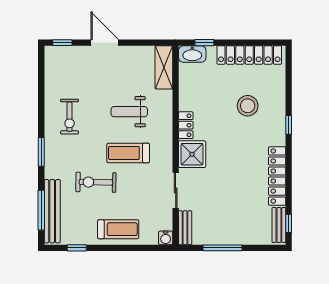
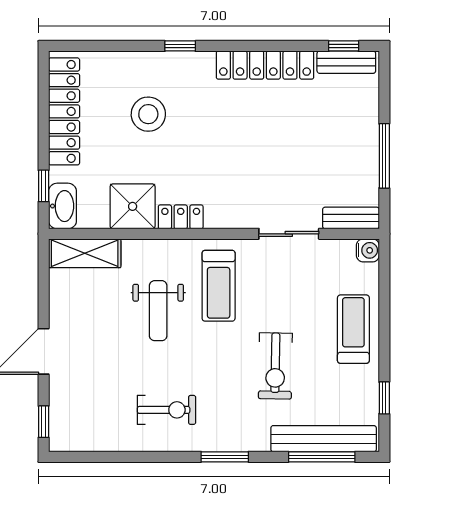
treadmill: (128, 153) -> (219, 286), moved
shower: (192, 154) -> (133, 206), moved

